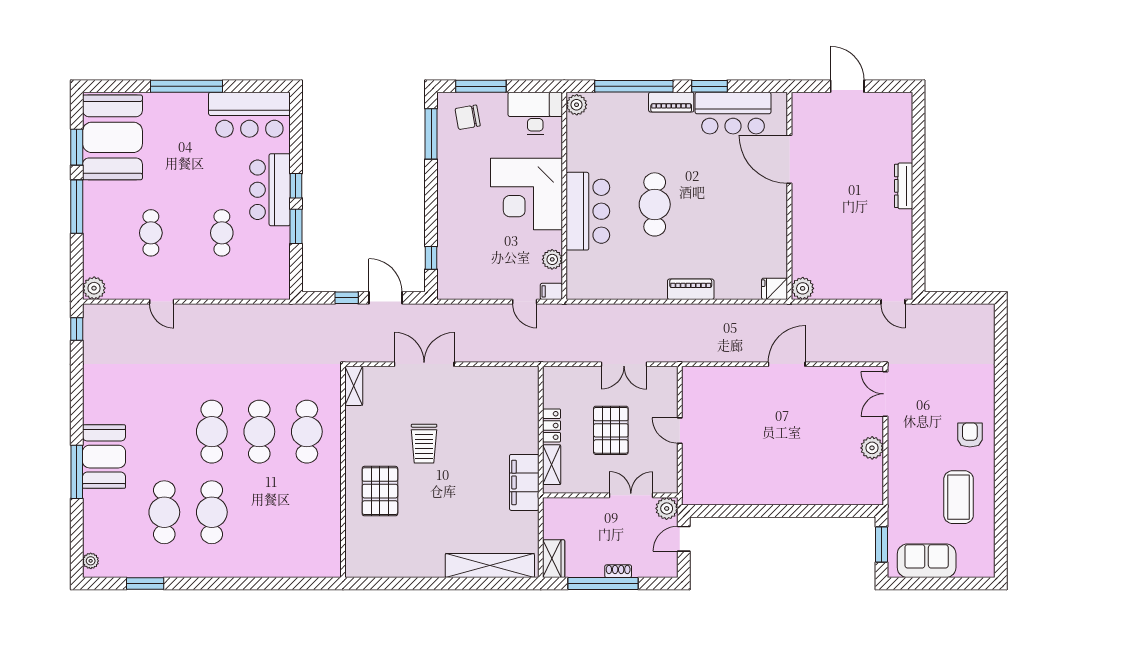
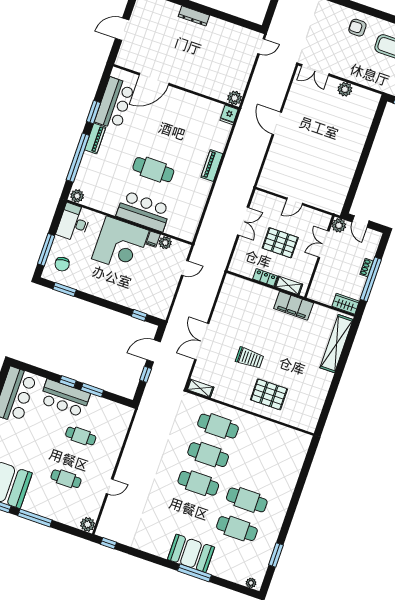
window: (431, 134) -> (65, 290), width x0.69
filing cabinet: (551, 291) -> (153, 239), moved

